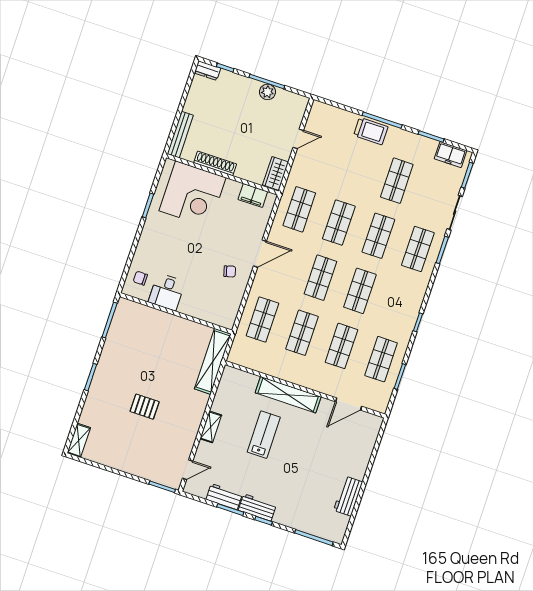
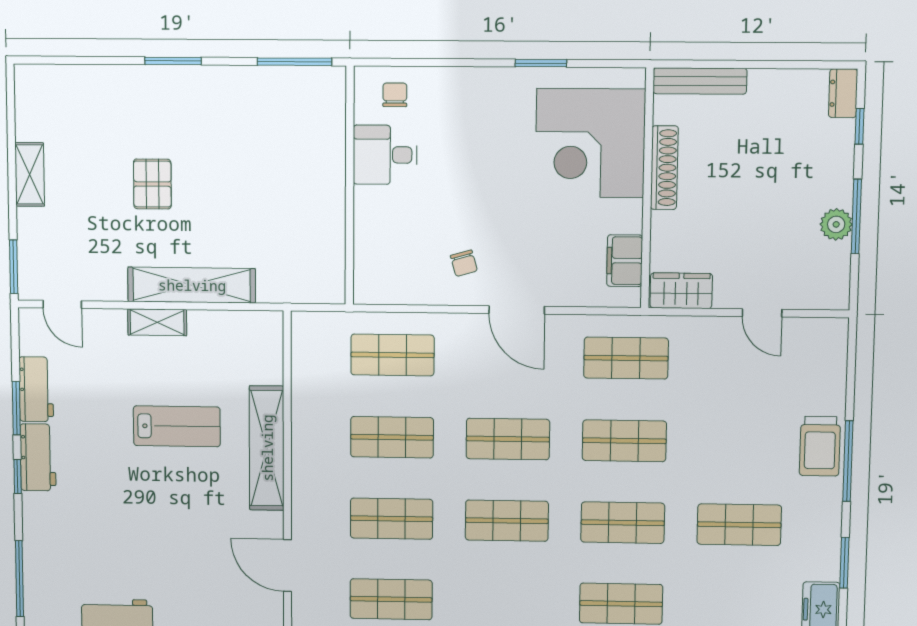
shelving: (213, 361) -> (192, 285), moved
shelving: (79, 440) -> (30, 174), moved, turned 90

